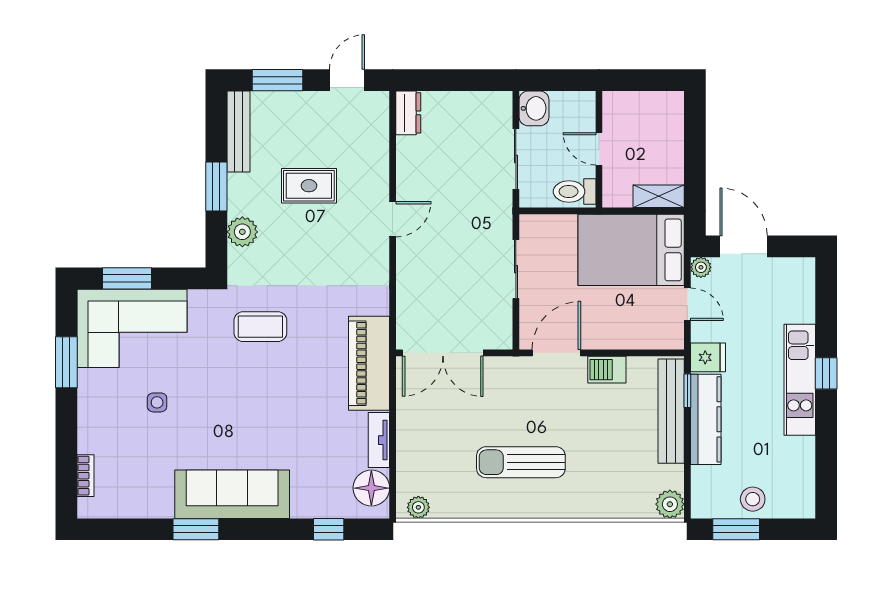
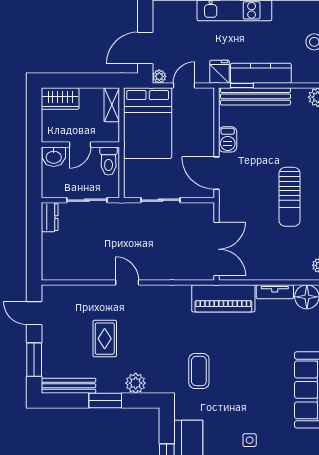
washbasin: (534, 108) -> (54, 157), moved, turned 180
dresser: (408, 113) -> (50, 217), moved, turned 90
wardrobe: (668, 119) -> (60, 99), added

